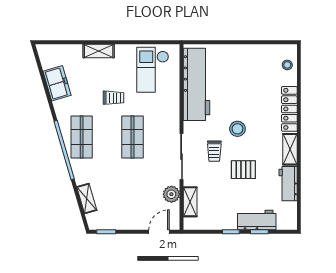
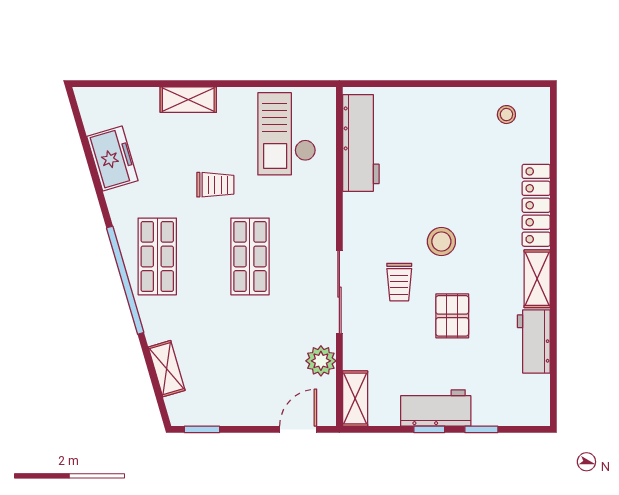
stool: (287, 65) -> (506, 115), moved
workbench: (197, 84) -> (361, 143), width x0.73, depth x0.76
pallet: (243, 170) -> (452, 316), turned 90
shelving: (190, 202) -> (355, 398), moved
workbench: (257, 220) -> (436, 408), moved

